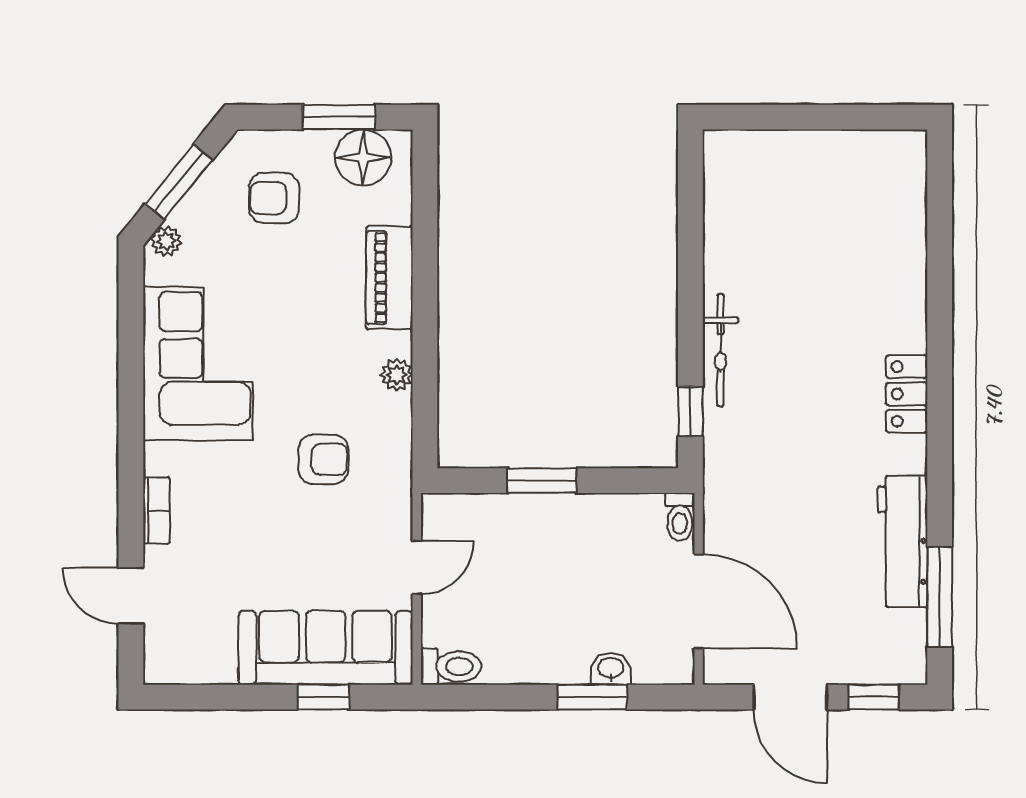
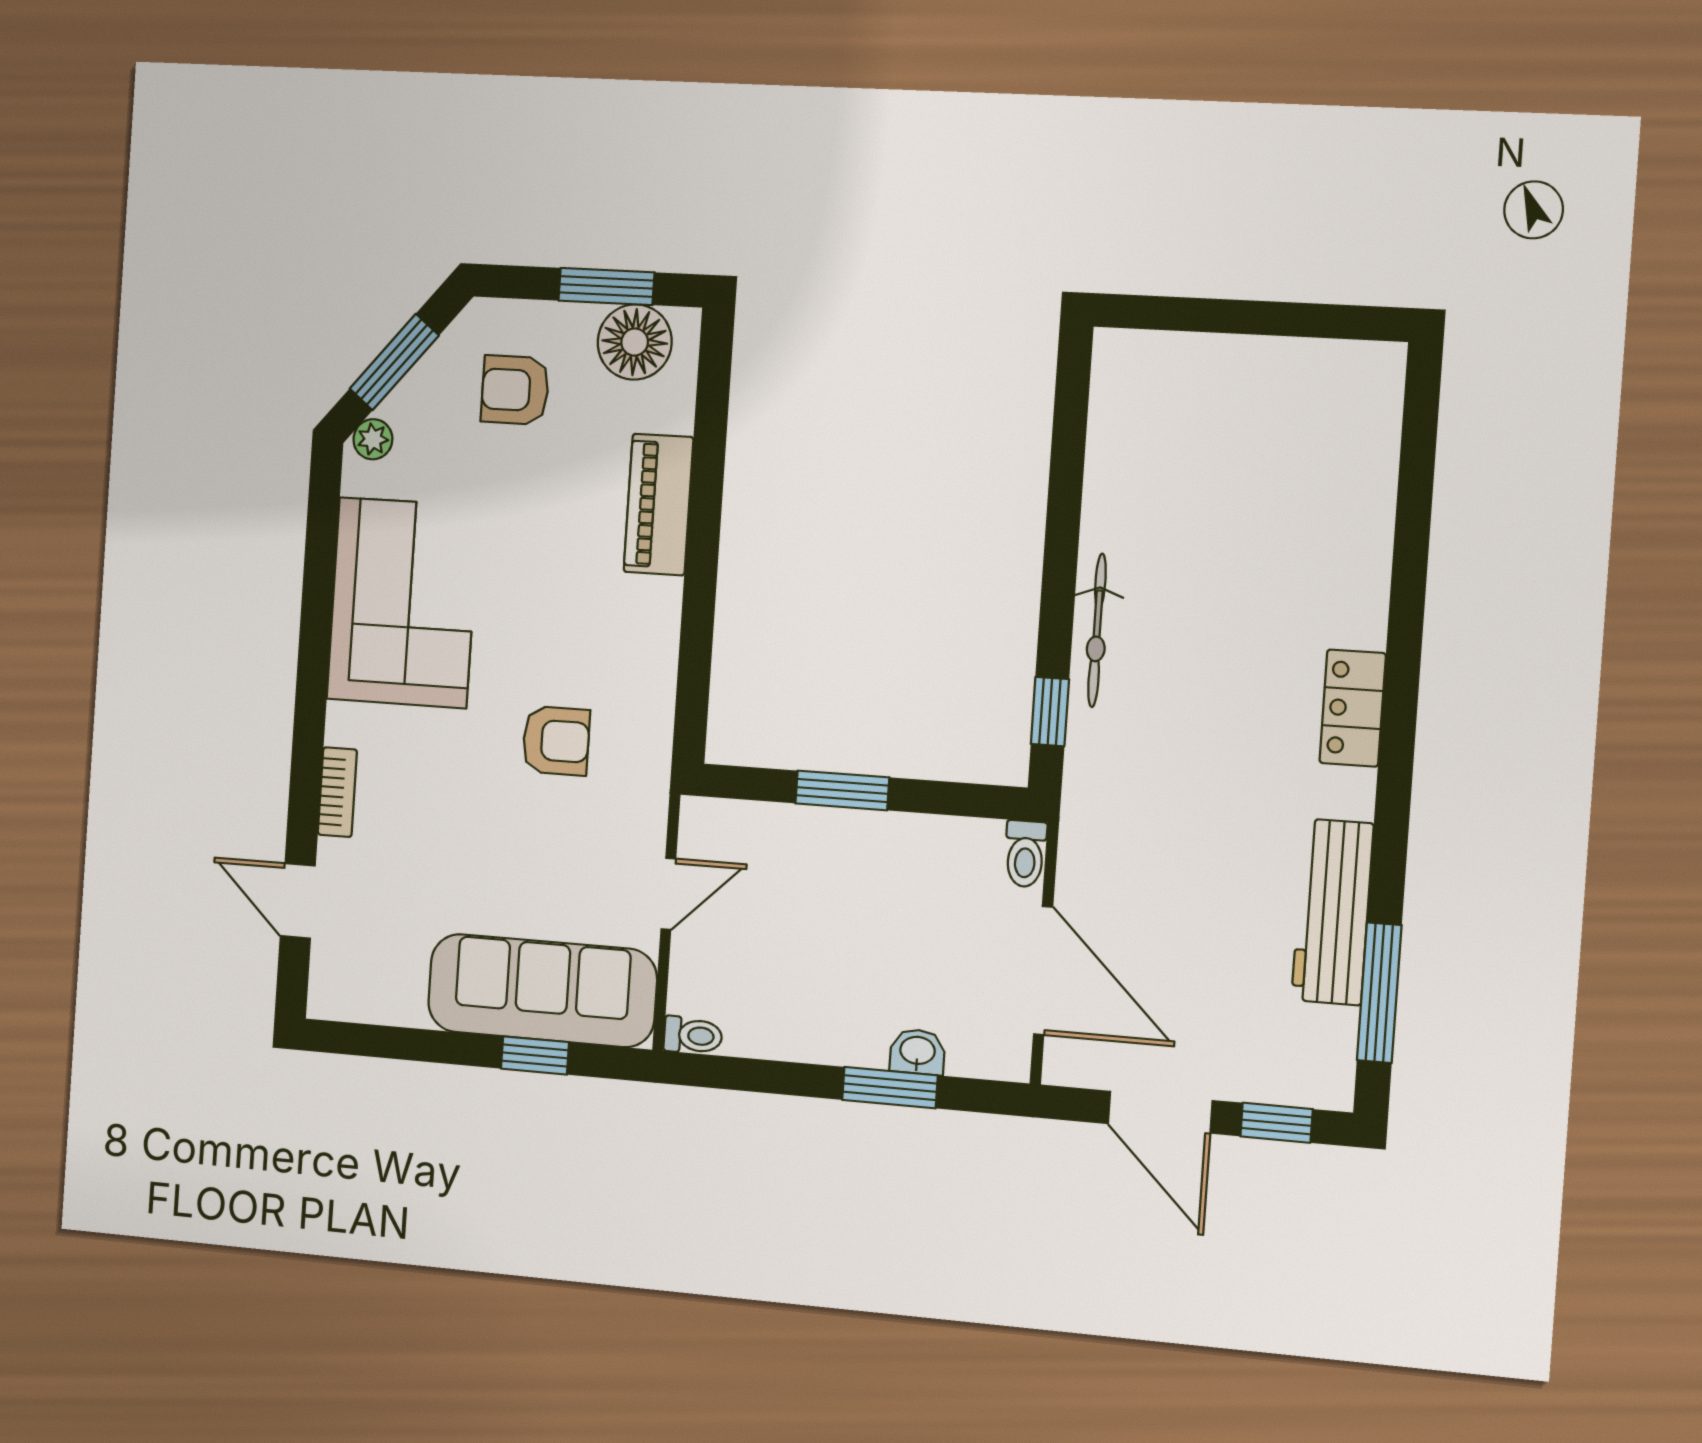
plant: (397, 375) -> (659, 635), removed
toilet: (451, 666) -> (693, 1035), width x0.73, depth x0.72

